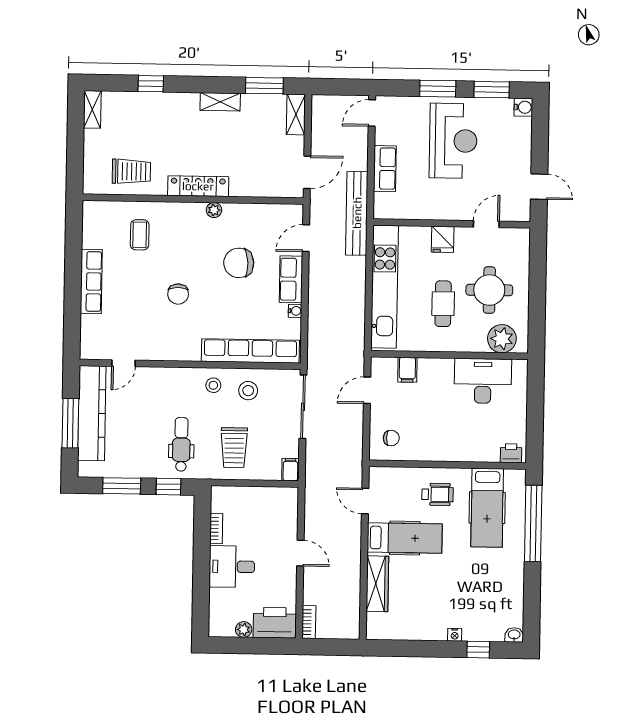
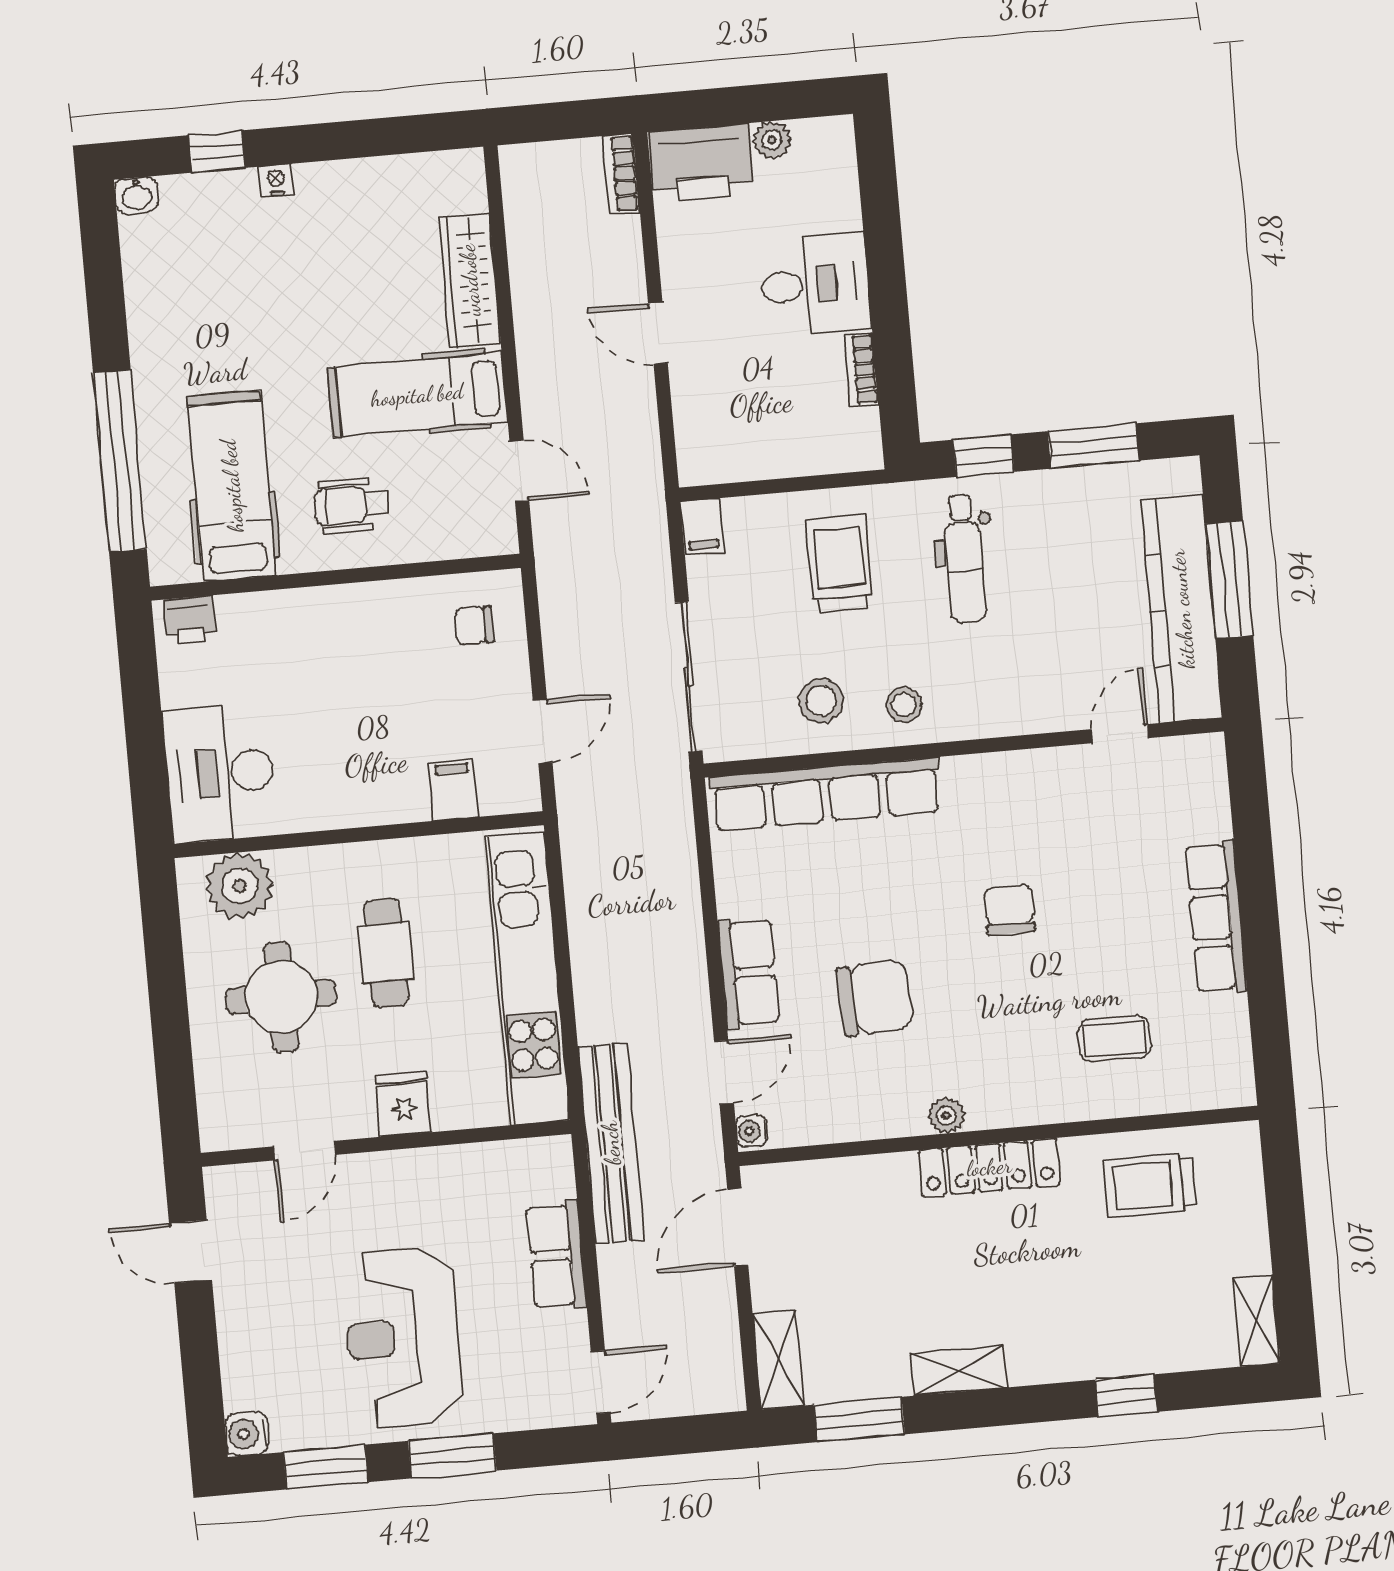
coffee table: (140, 235) -> (1114, 1039), turned 90
water cooler: (295, 311) -> (752, 1131), moved
desk: (483, 381) -> (219, 773), moved, turned 90

